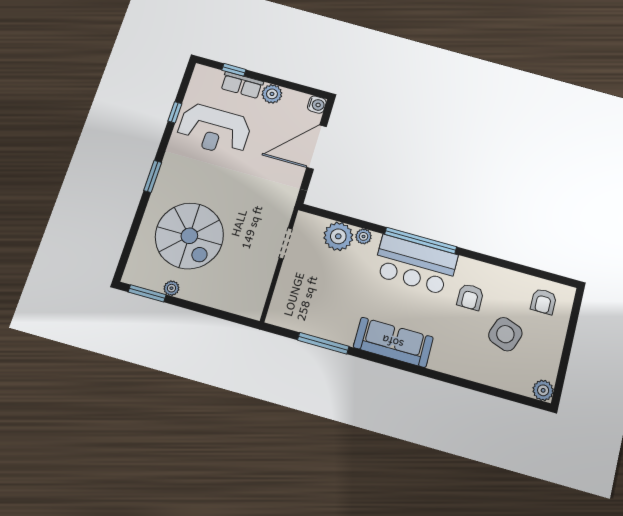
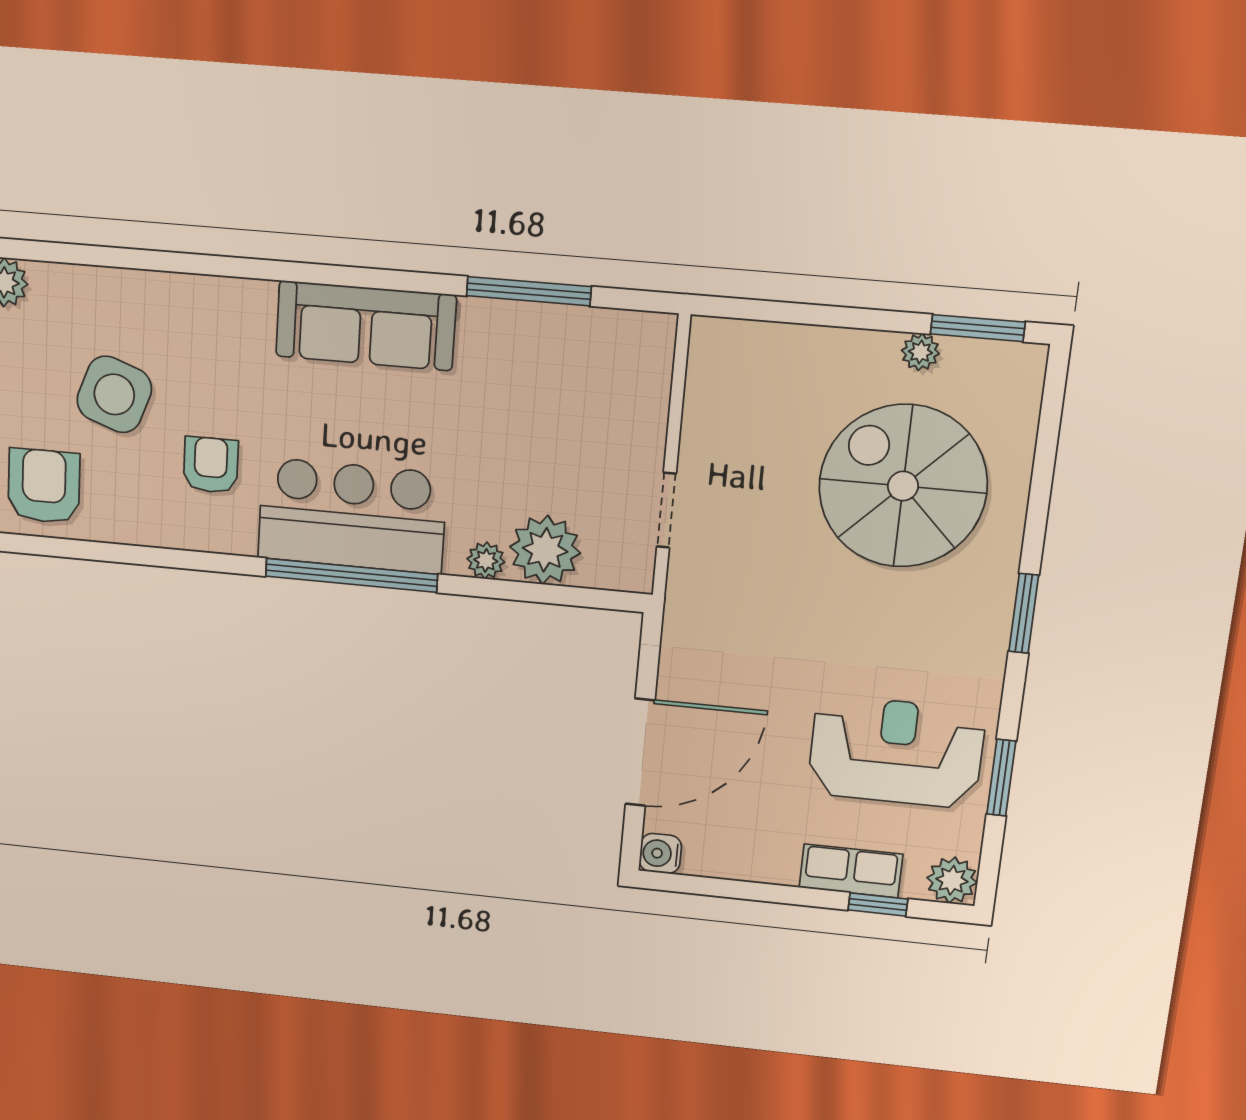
plant: (272, 94) -> (952, 880), moved
window: (175, 112) -> (1001, 778), width x1.50
armchair: (544, 301) -> (44, 486), width x1.38, depth x1.38

